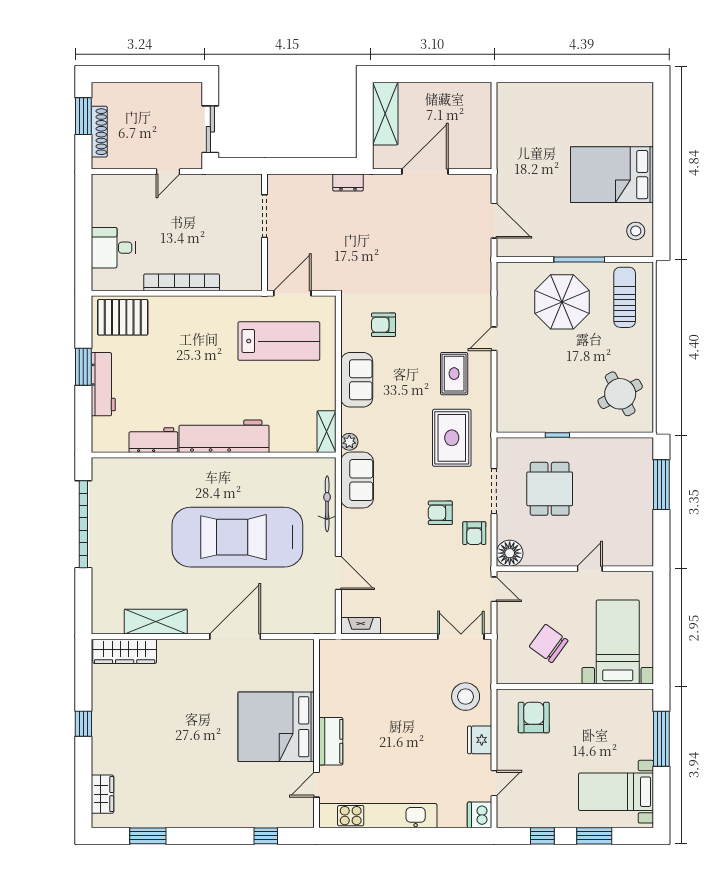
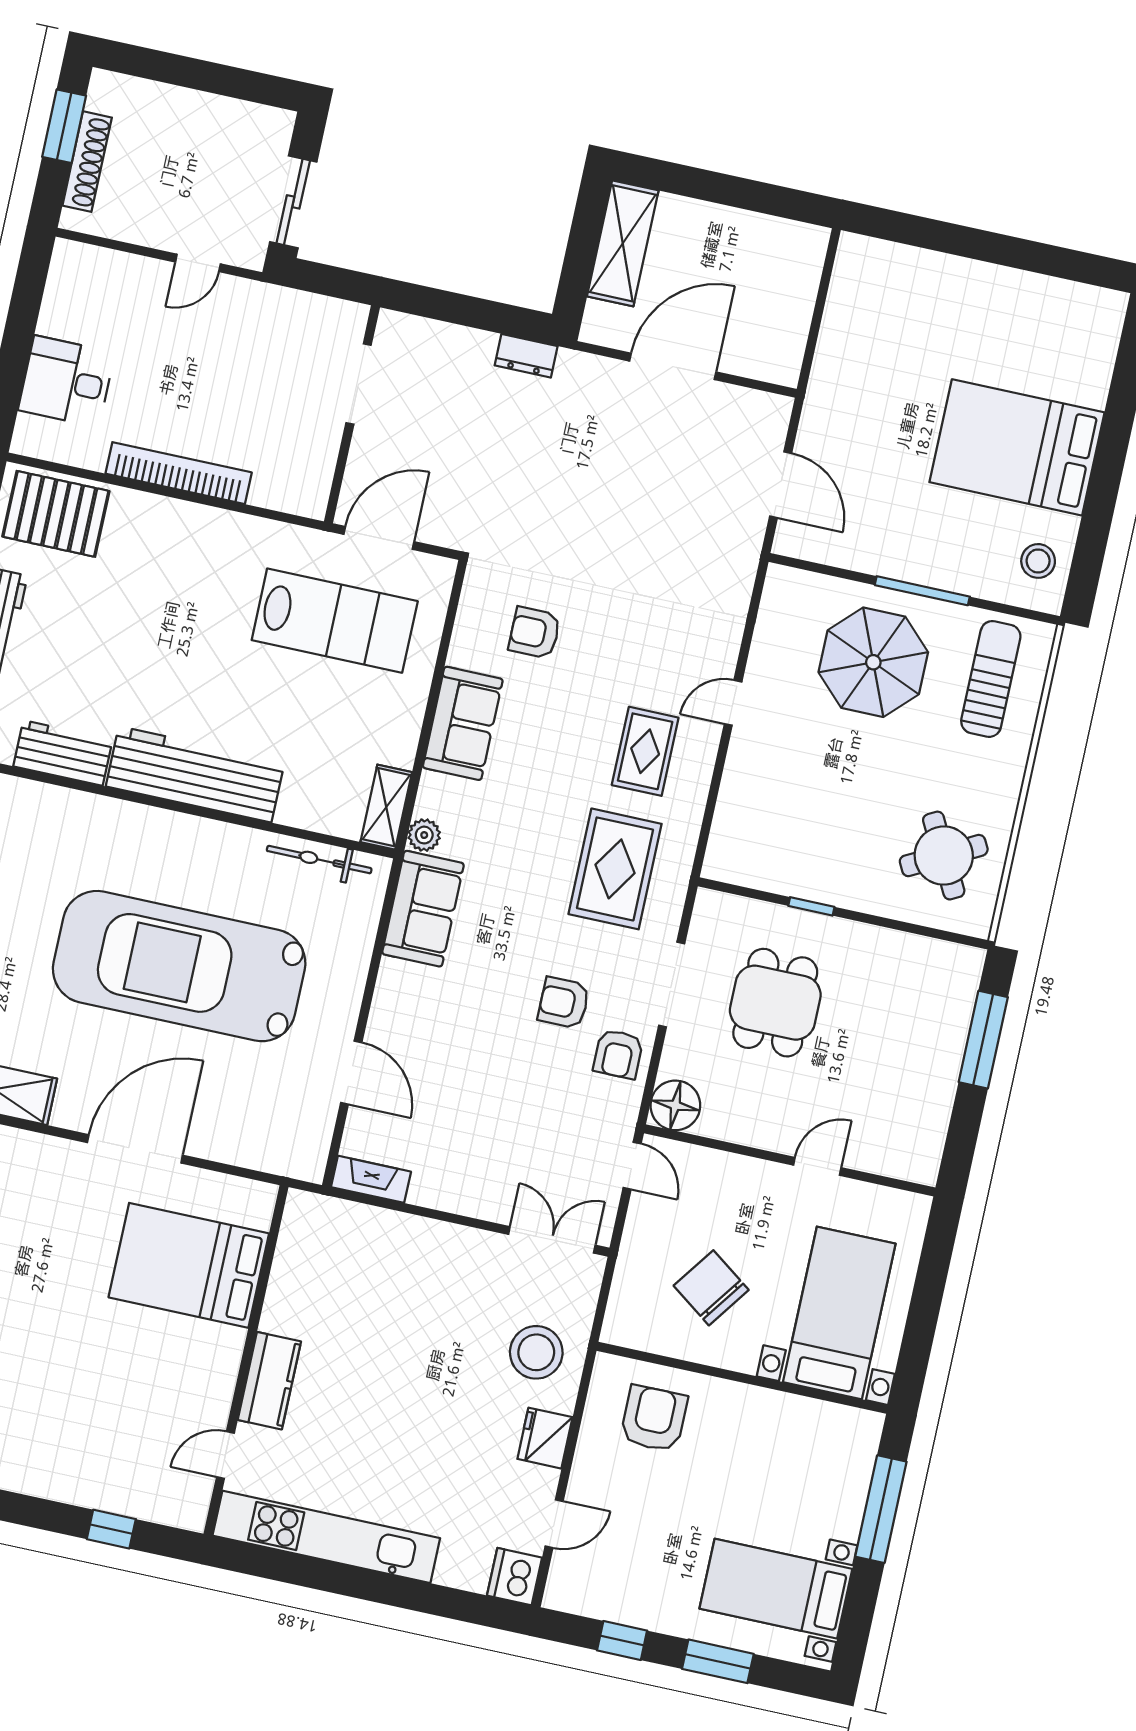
bicycle: (327, 504) -> (319, 860), moved, turned -90
bed: (276, 727) -> (189, 1265), moved, width x0.73

